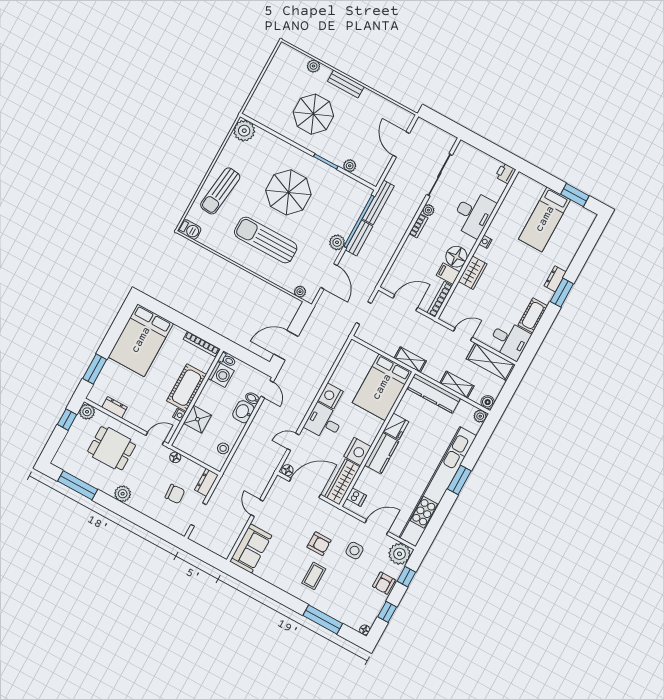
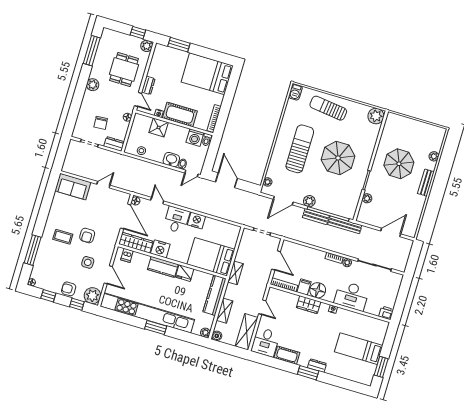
dresser: (114, 407) -> (148, 85), moved

